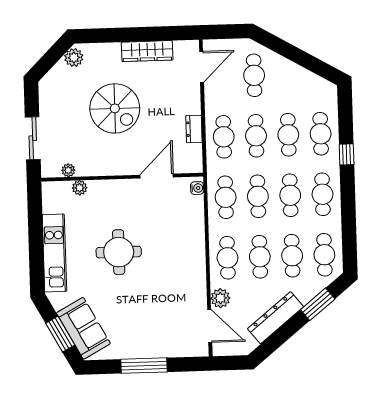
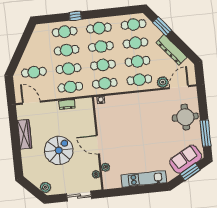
plant: (74, 58) -> (45, 187), moved
door: (157, 176) -> (98, 145), moved
round table: (119, 252) -> (185, 117), moved
window: (144, 366) -> (206, 133), moved

